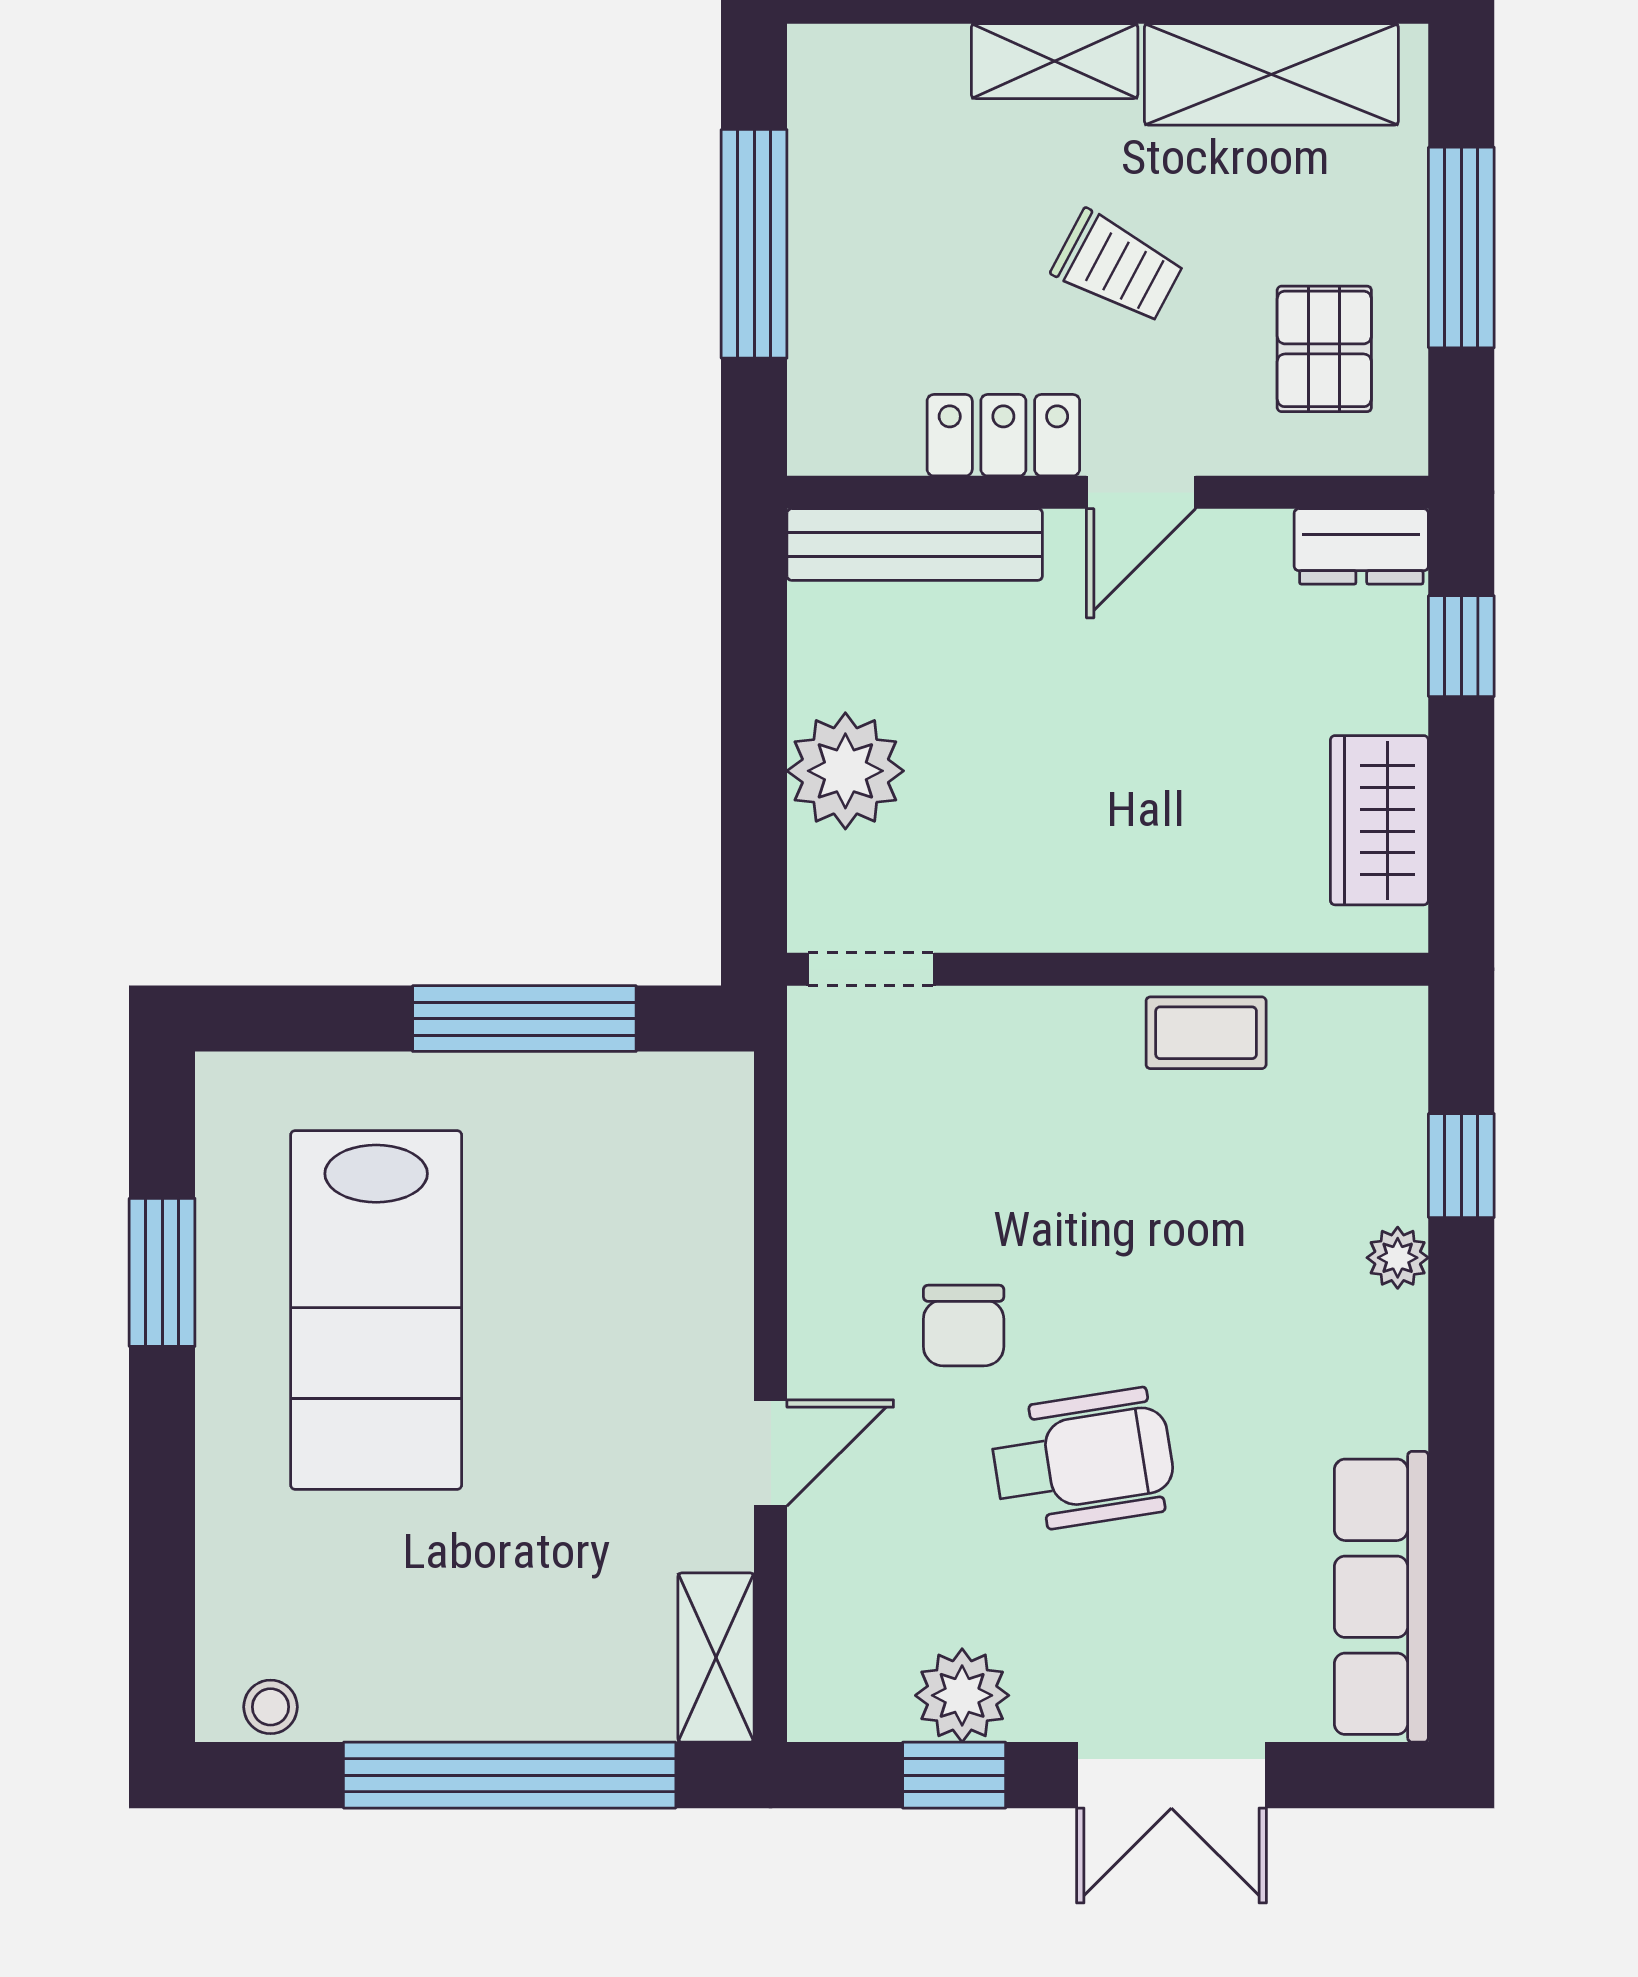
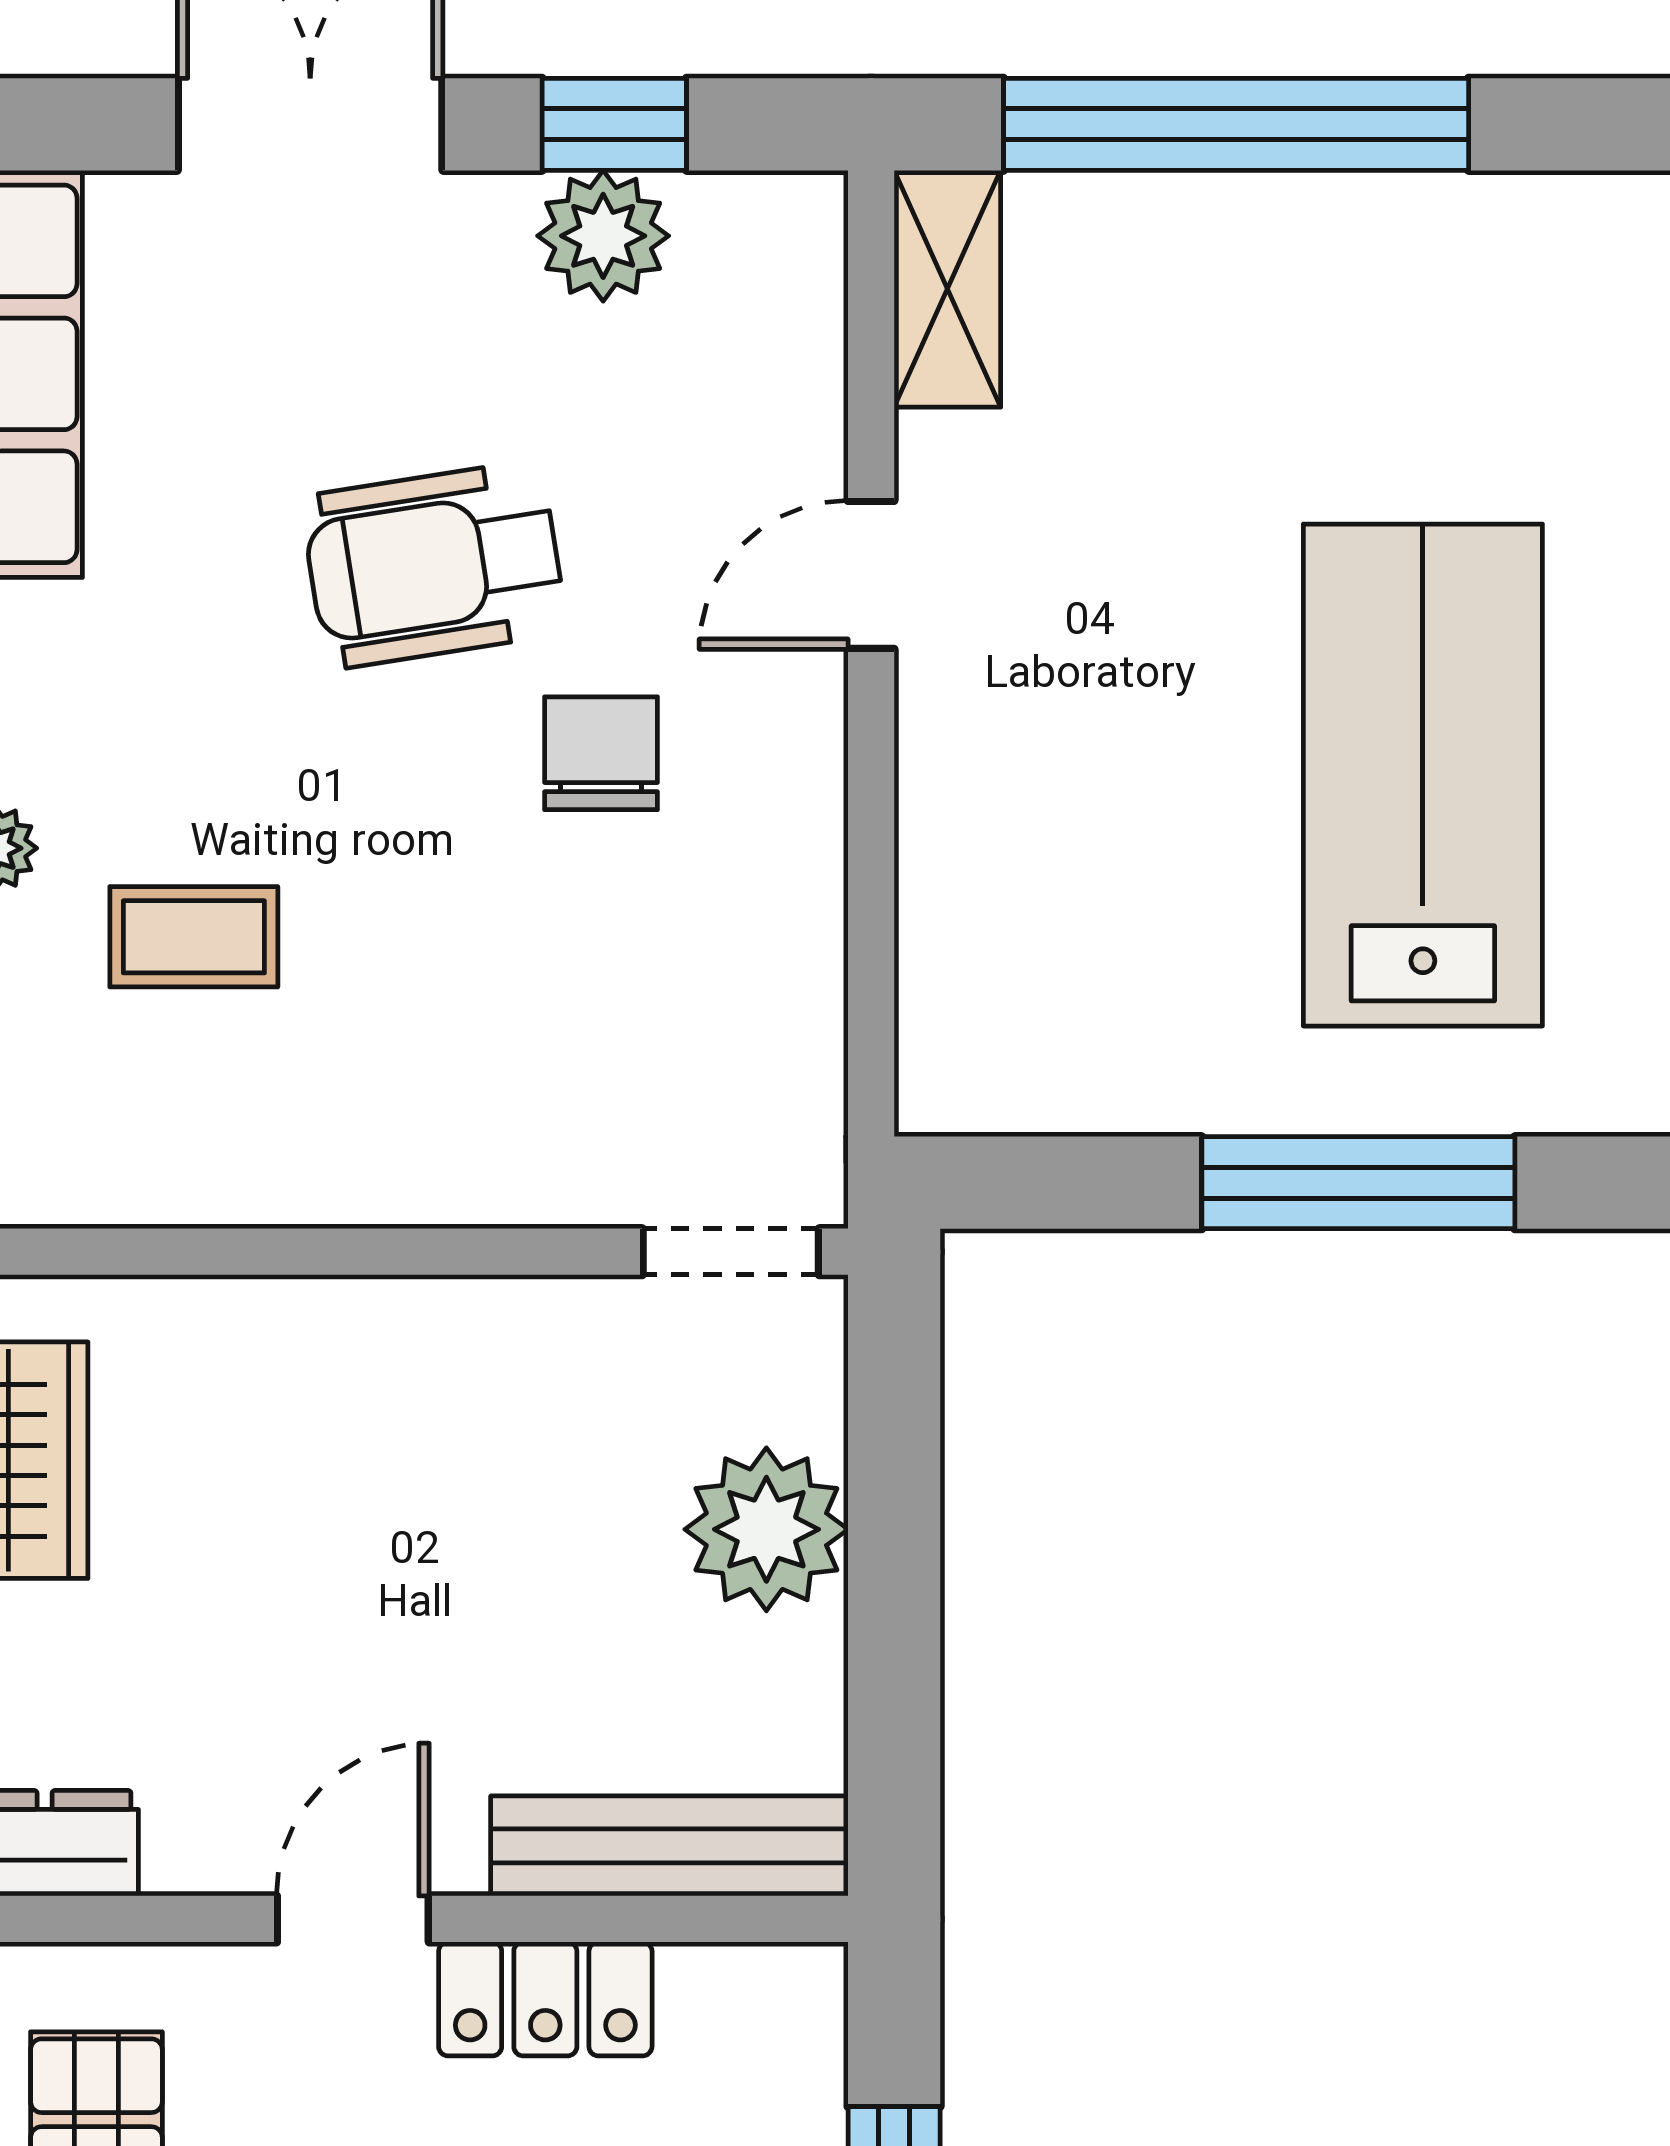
window: (524, 1019) -> (1358, 1183), moved
coffee table: (1206, 1033) -> (194, 937), moved
stool: (271, 1707) -> (1571, 220), removed

